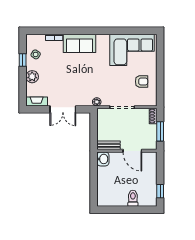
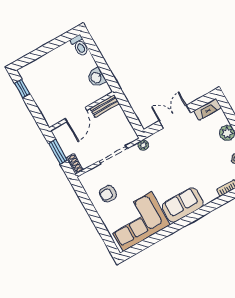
sofa: (79, 43) -> (183, 205), moved
door: (132, 151) -> (76, 115), swing flipped
washbasin: (103, 159) -> (96, 77), moved
toilet: (133, 198) -> (80, 46), moved

